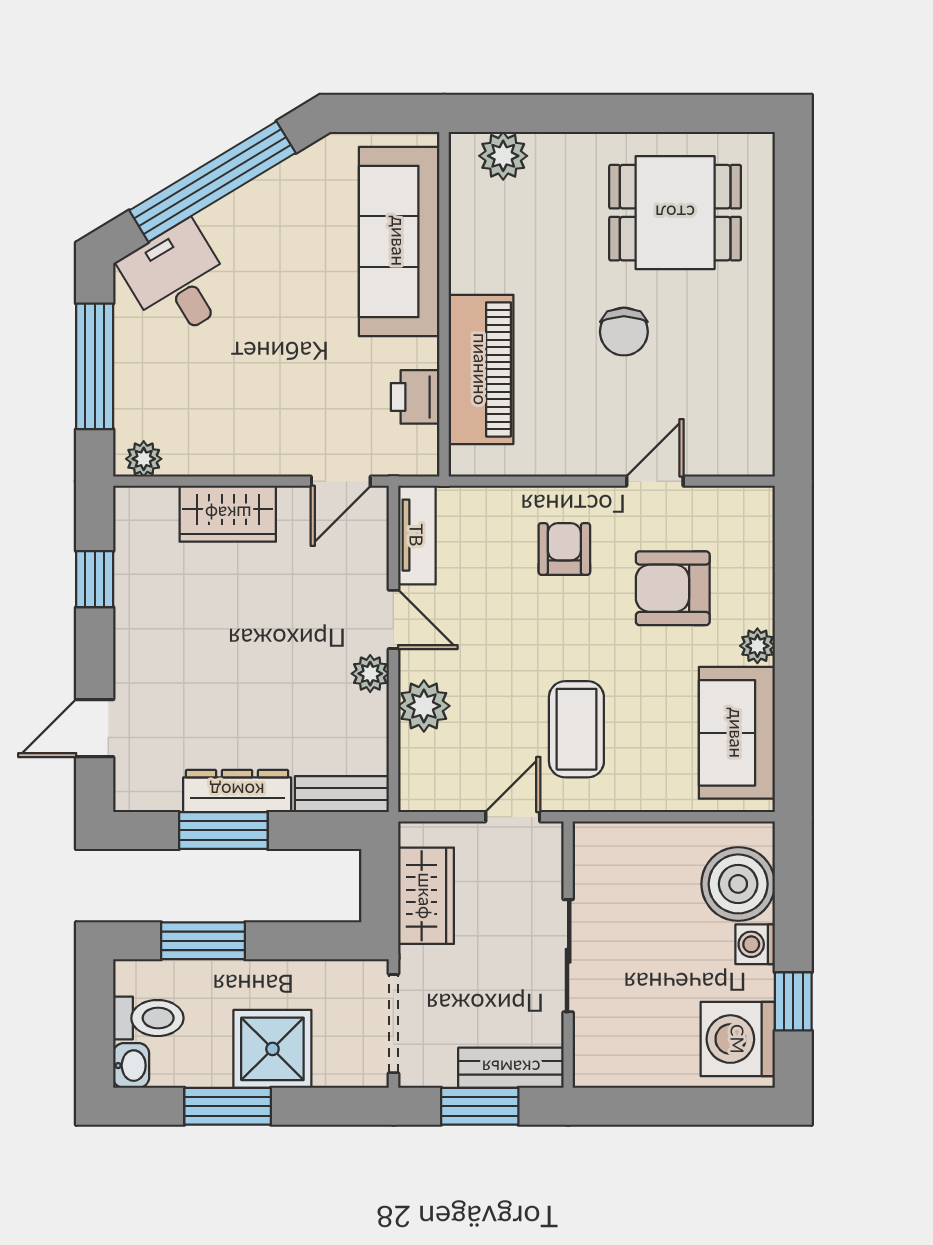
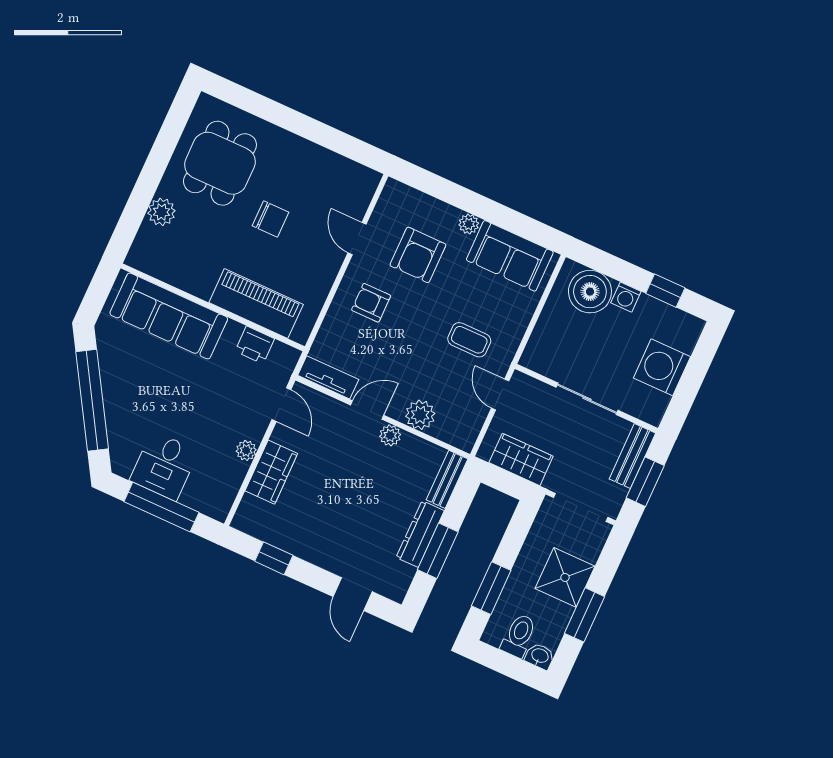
plant: (503, 156) -> (161, 212), moved
desk: (178, 280) -> (164, 466), moved, turned -59
plant: (144, 459) -> (246, 450), moved
coffee table: (576, 729) -> (469, 340), width x0.73, depth x0.77
washing machine: (738, 1039) -> (662, 367), moved, turned 90

